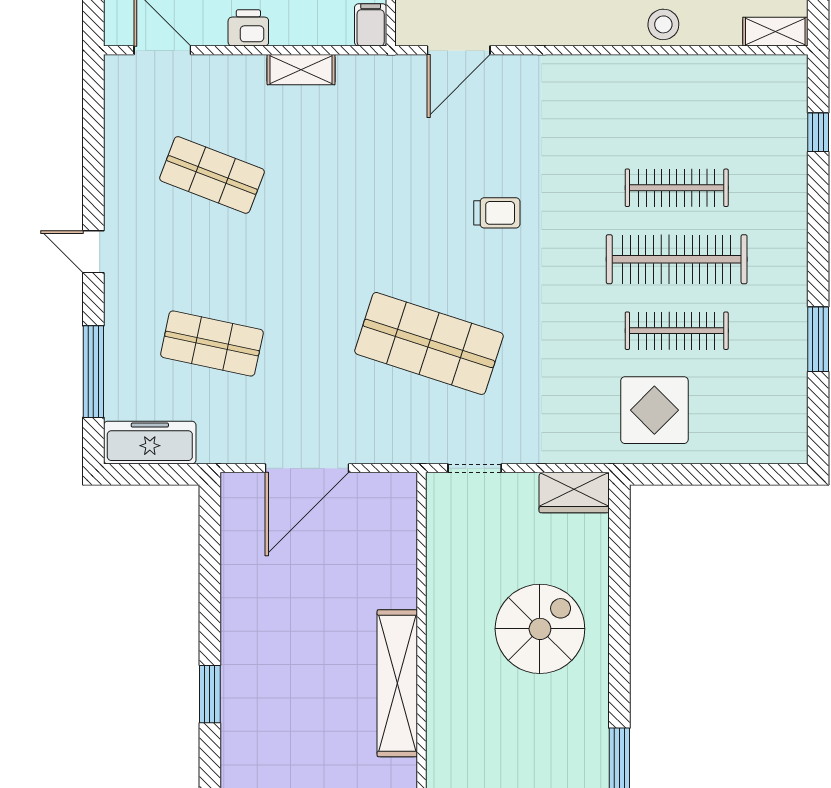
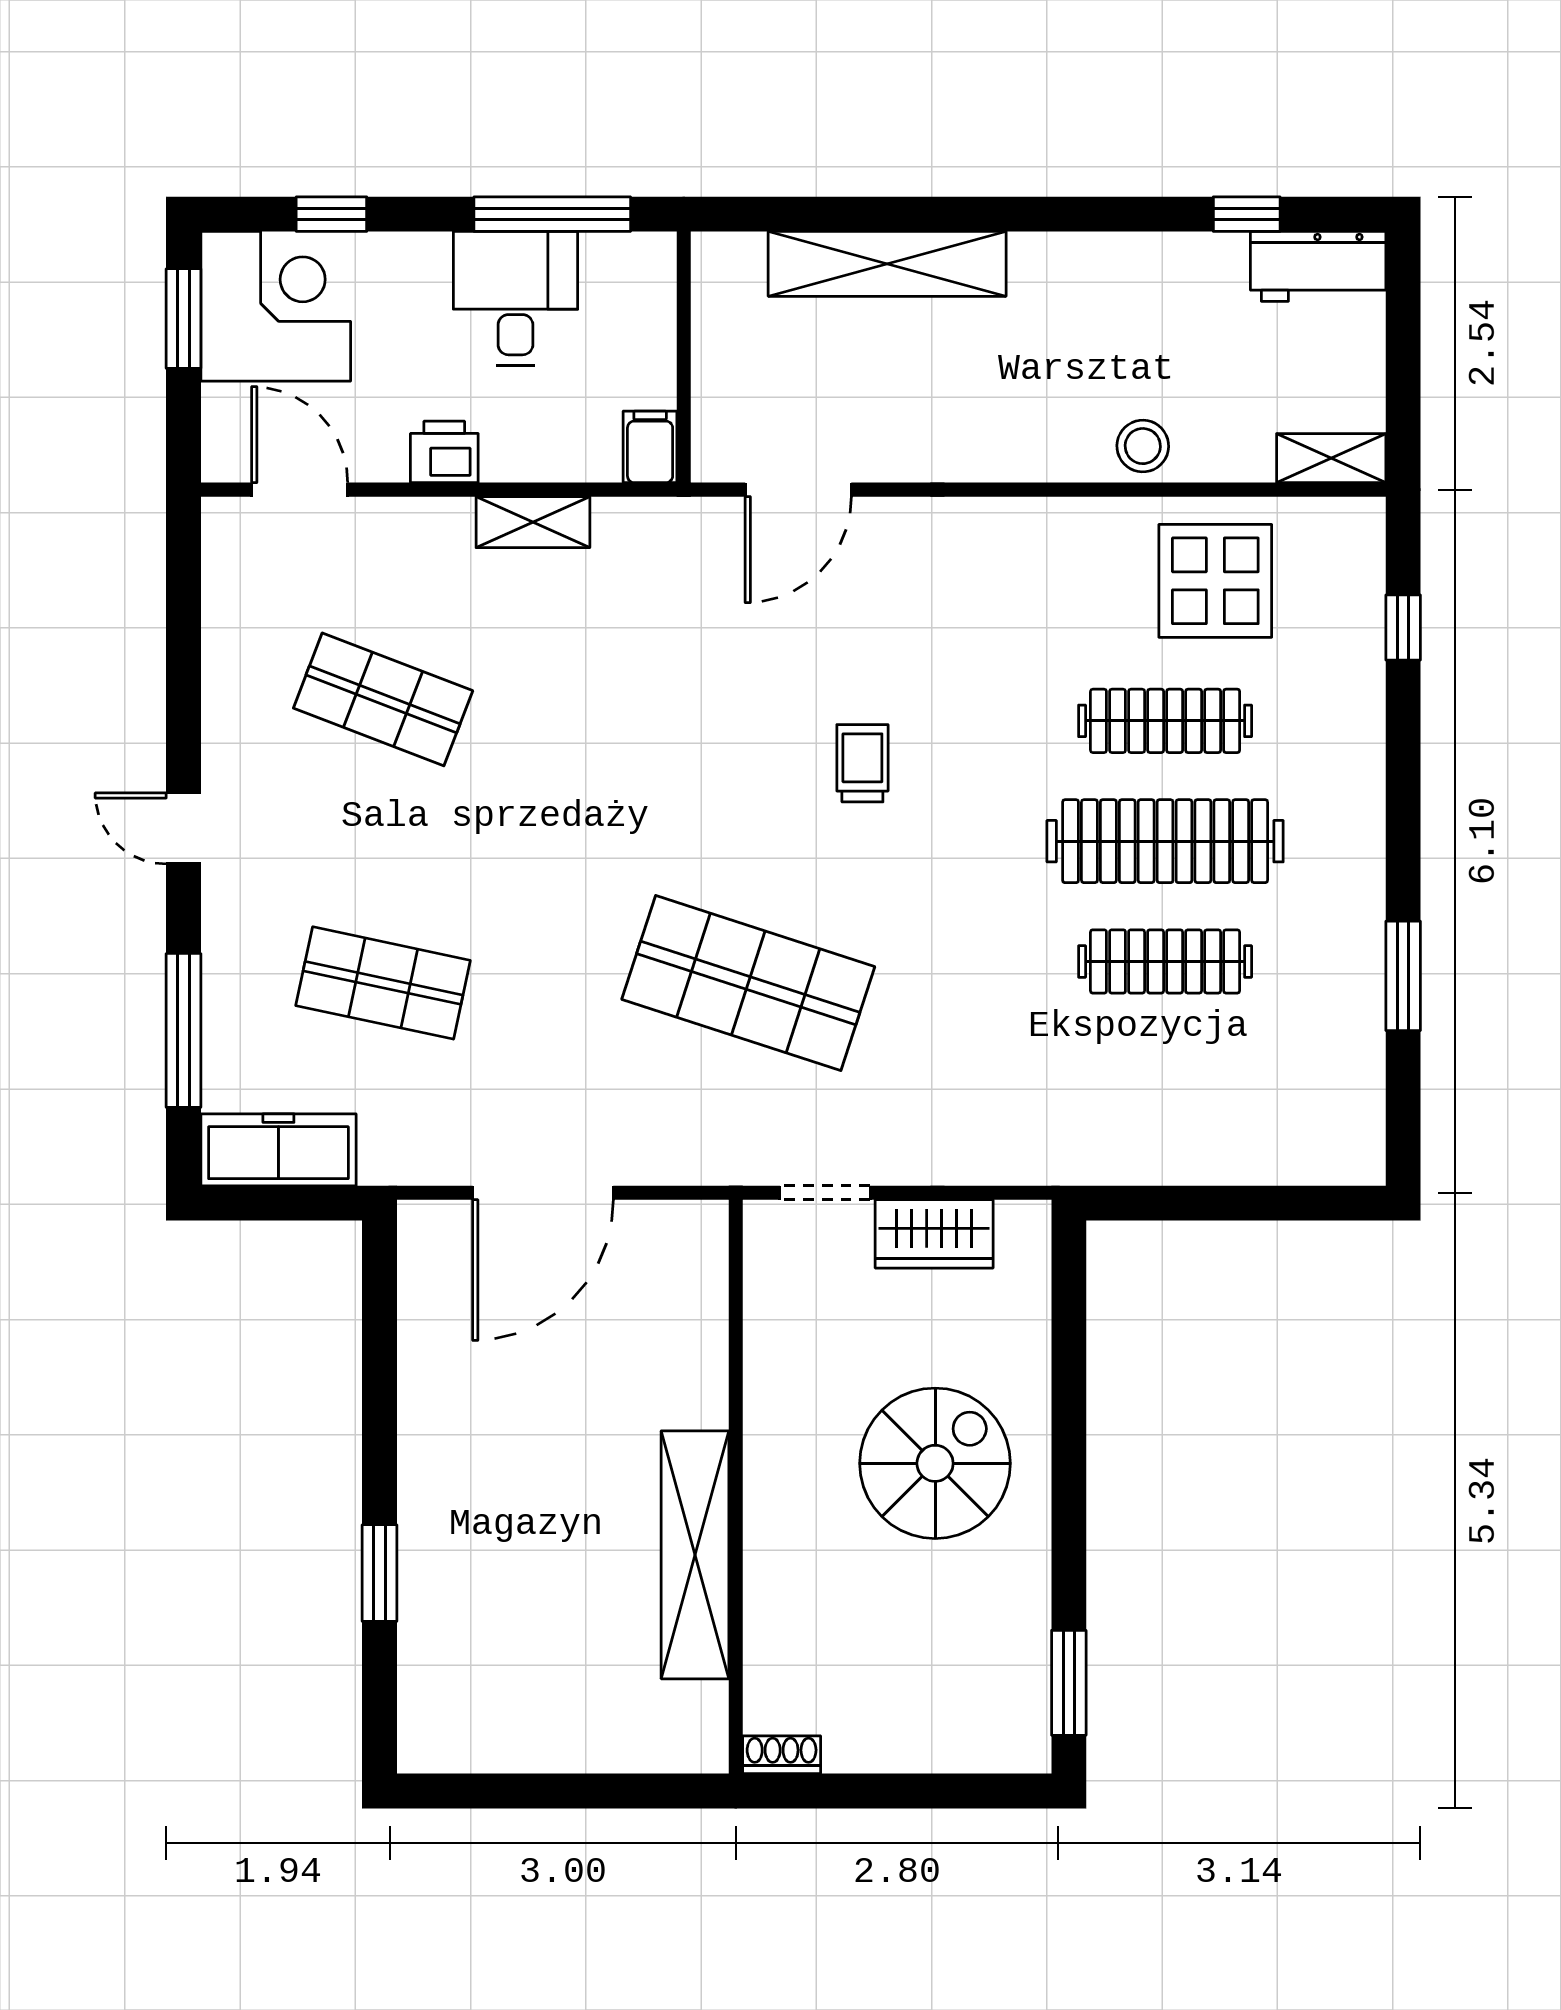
trolley: (497, 213) -> (862, 763), turned -90
display table: (654, 410) -> (1215, 581), moved
wardrobe: (574, 493) -> (934, 1234), moved

